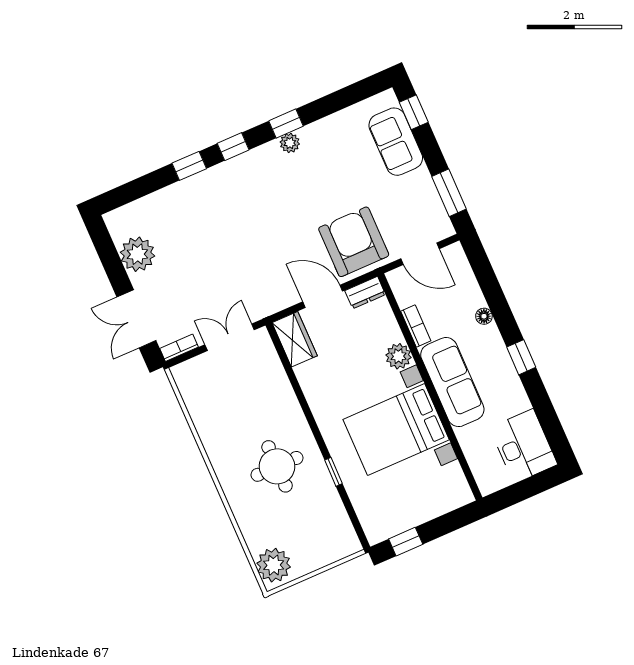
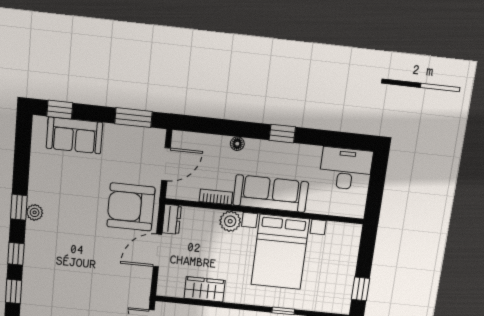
wardrobe: (295, 339) -> (205, 289), moved

